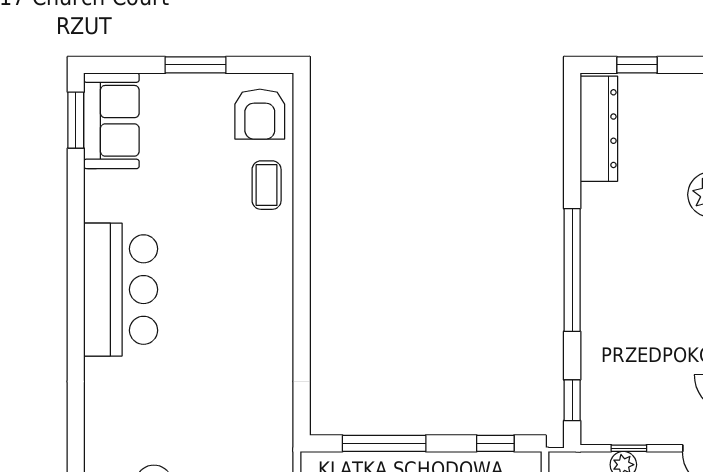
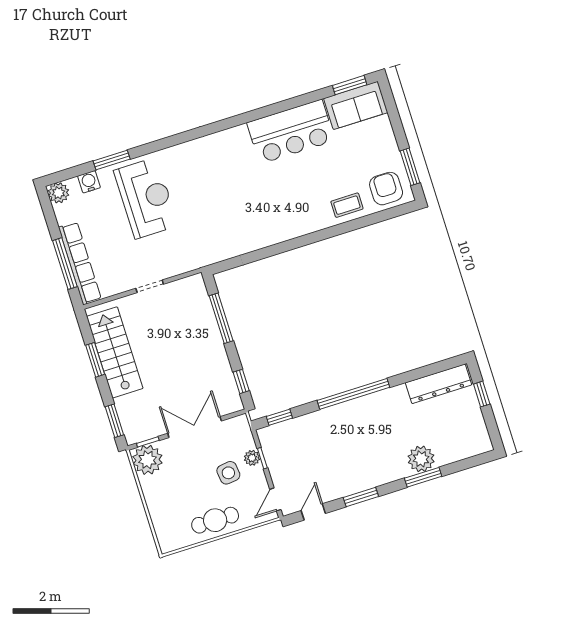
window: (196, 65) -> (410, 167), moved
armchair: (260, 114) -> (386, 189), turned 90
bar counter: (121, 290) -> (291, 132), moved

